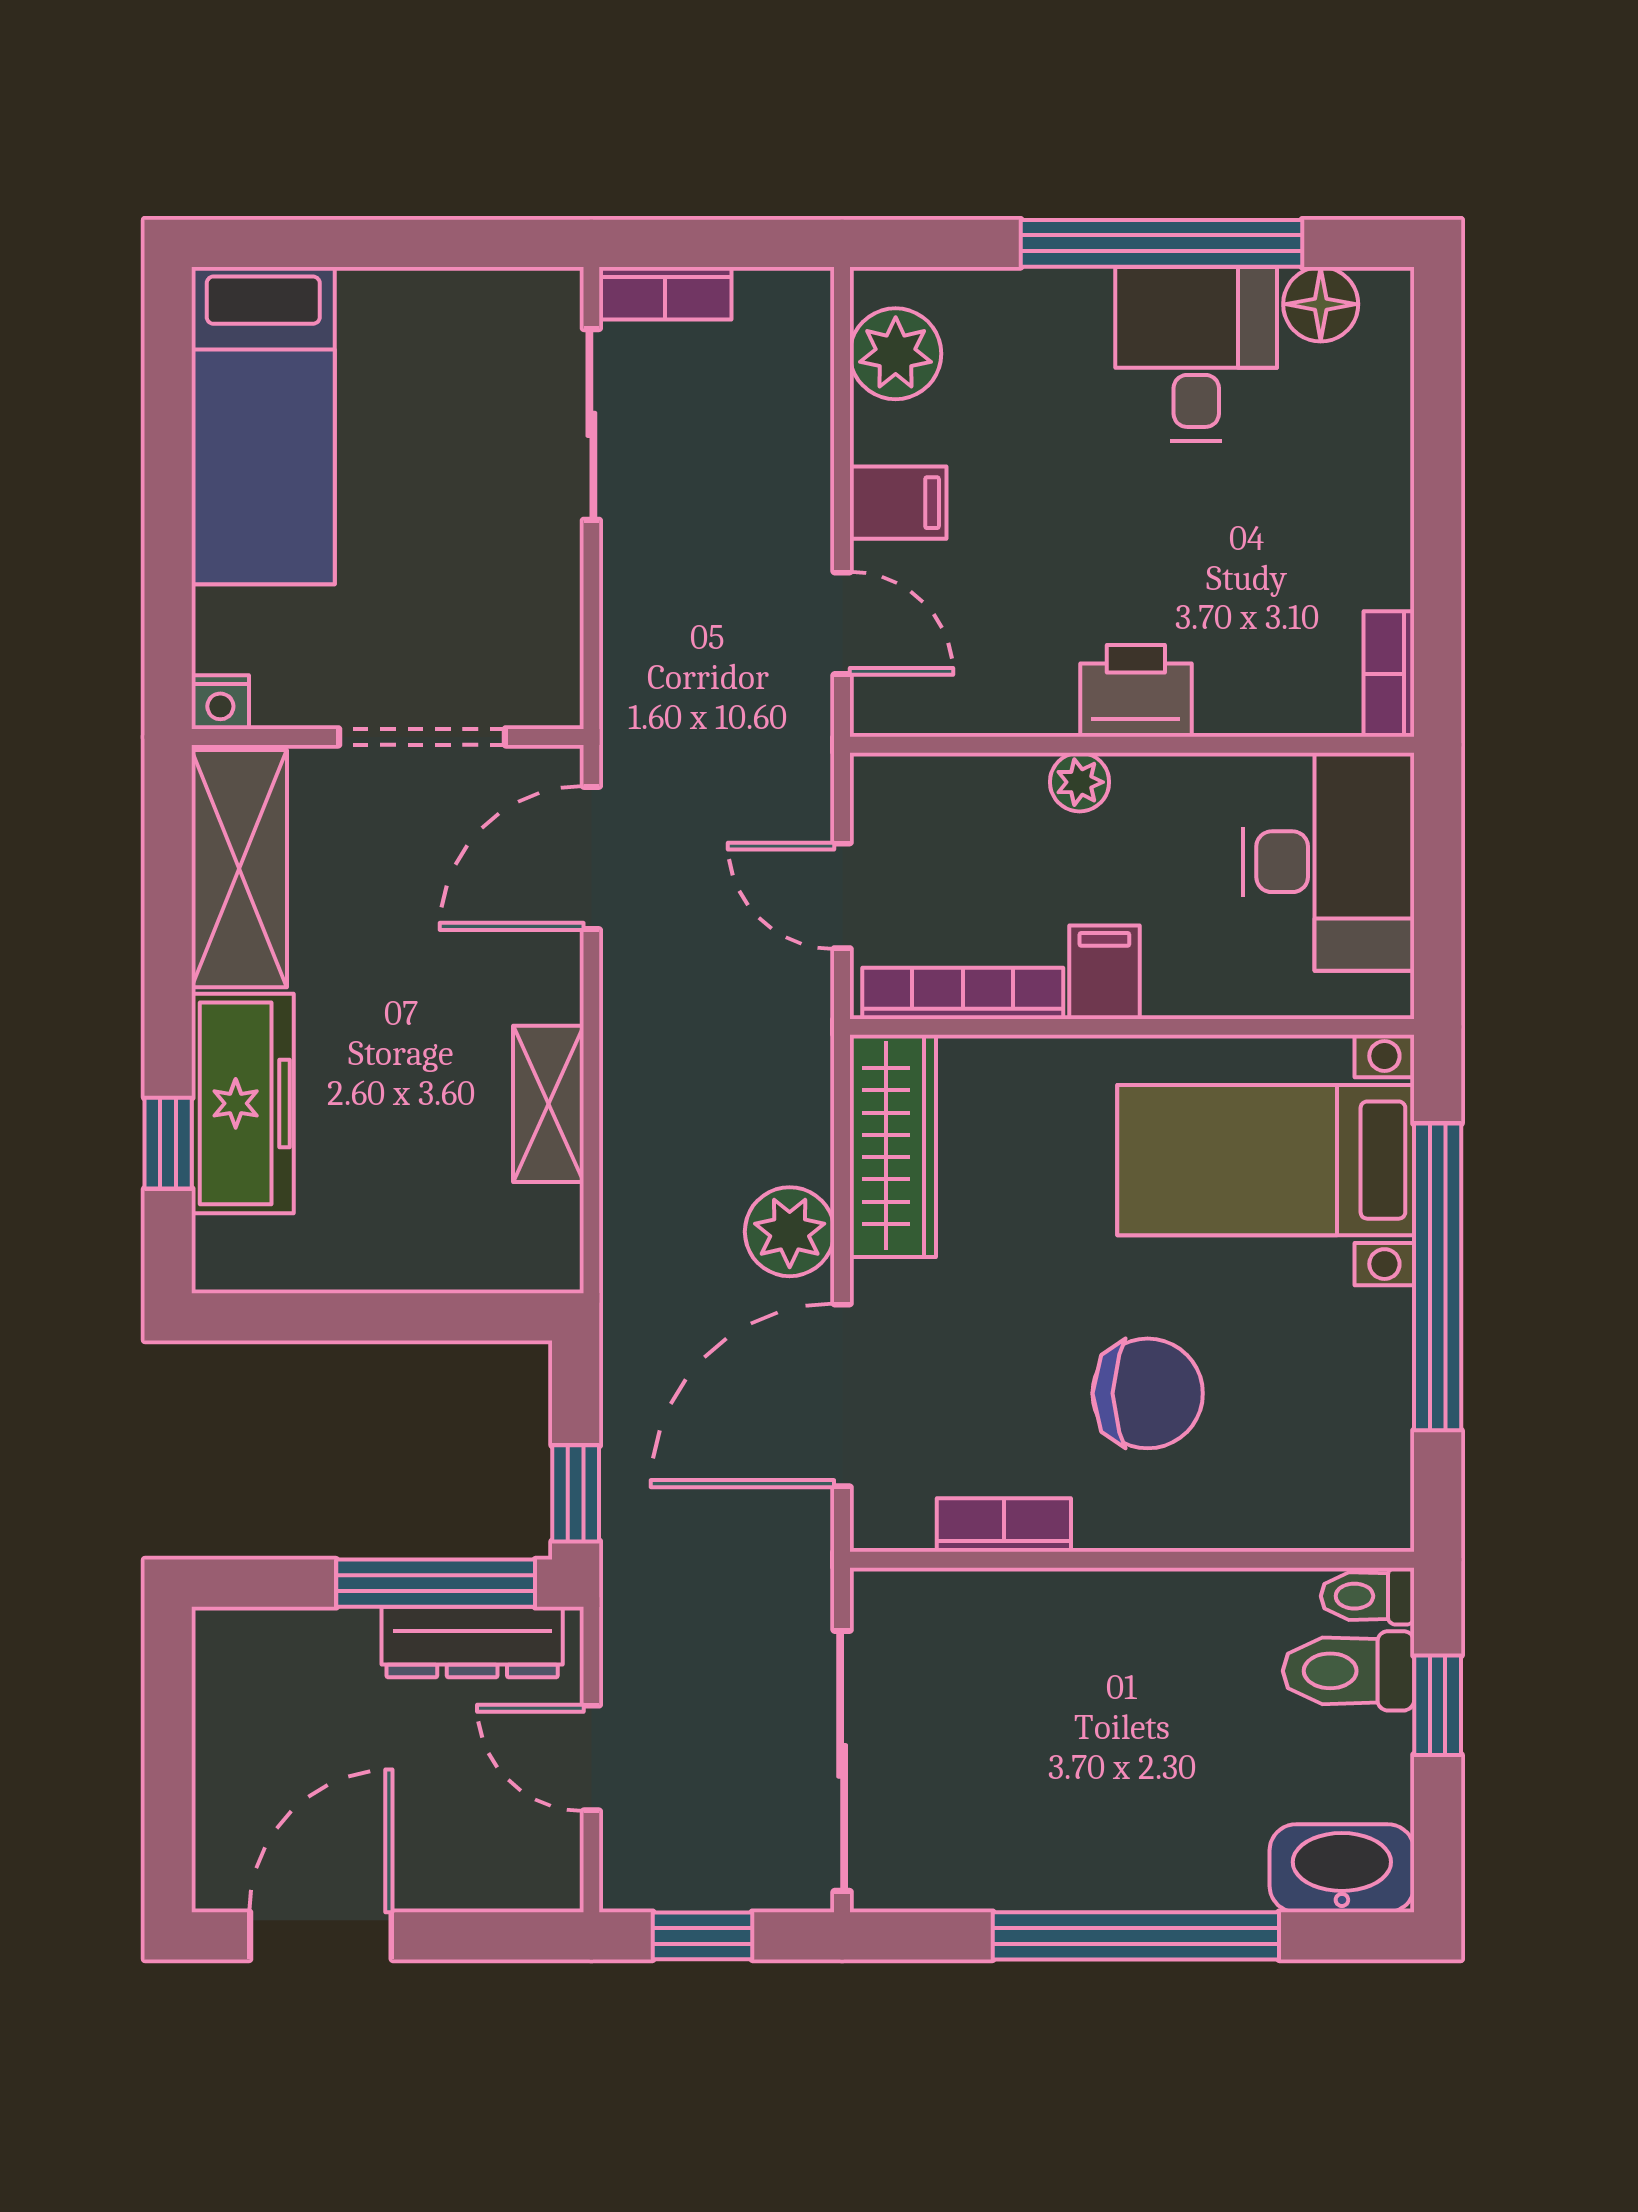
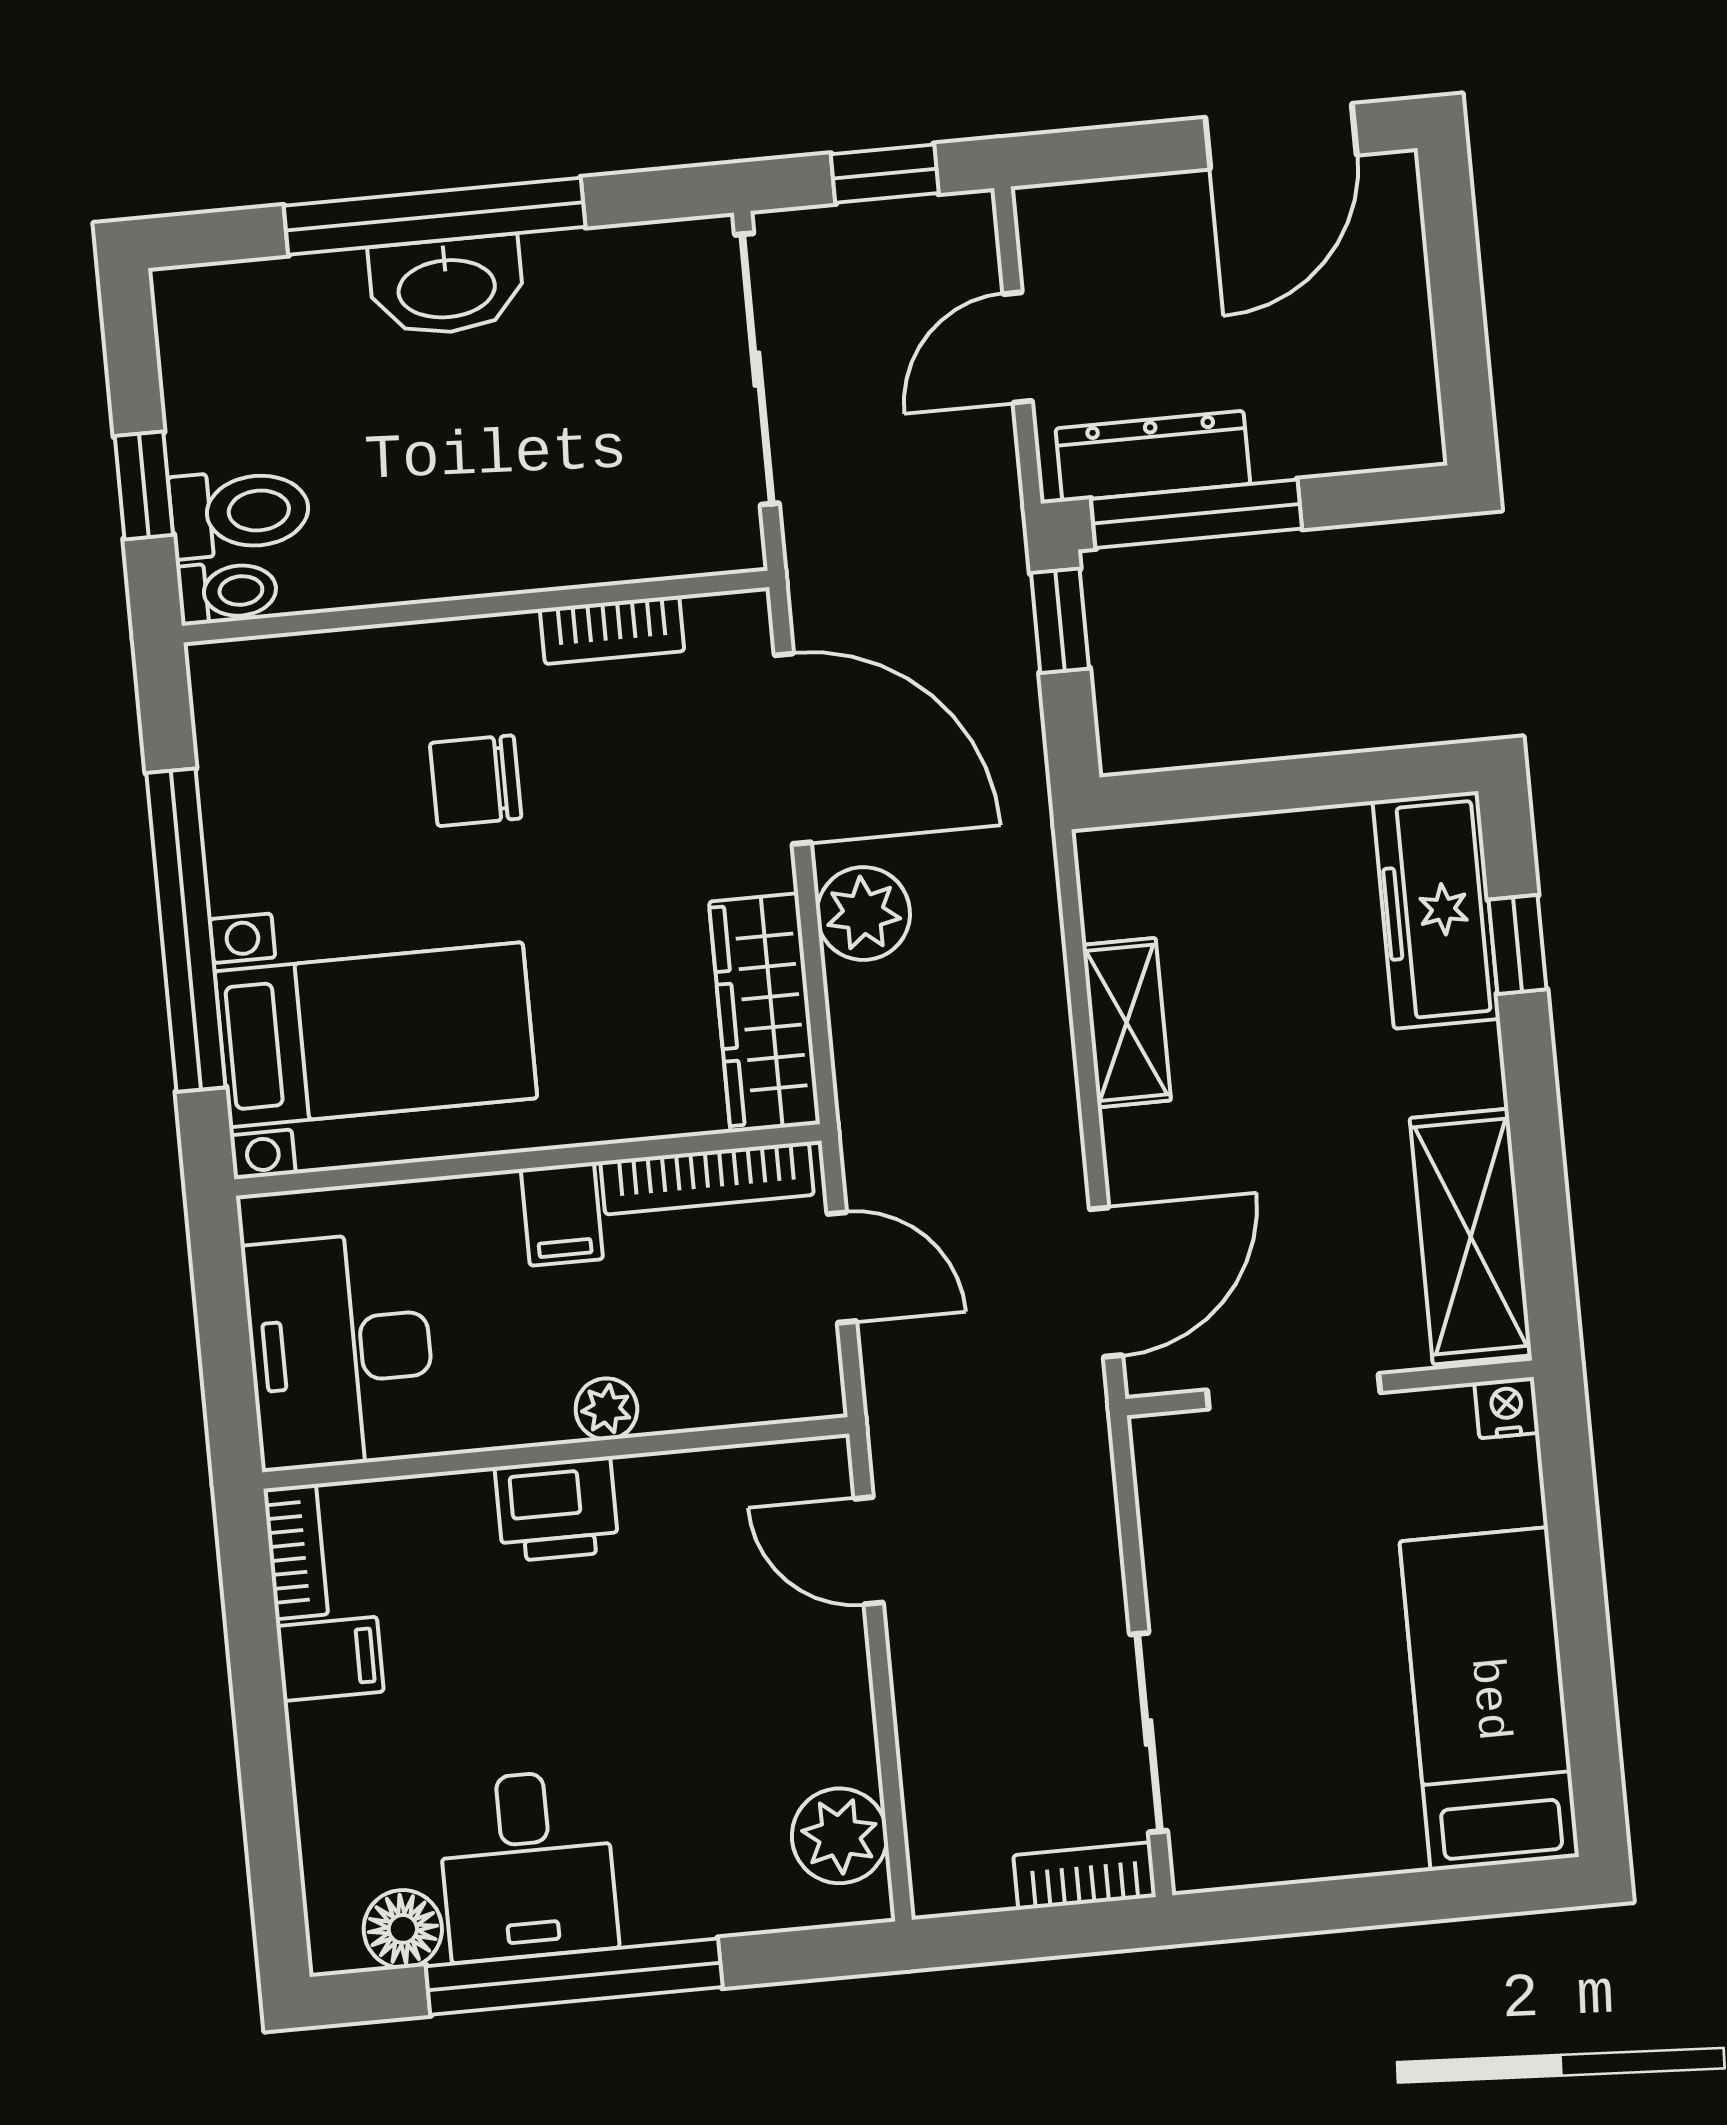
filing cabinet: (898, 503) -> (330, 1659), moved, turned 180
freezer: (243, 1103) -> (1436, 910), moved
chair: (1148, 1393) -> (476, 781), width x0.73, depth x0.73
door: (842, 1395) -> (793, 749), hinge flipped
door: (591, 1758) -> (1018, 348), swing flipped
washbasin: (1342, 1868) -> (446, 286), moved

